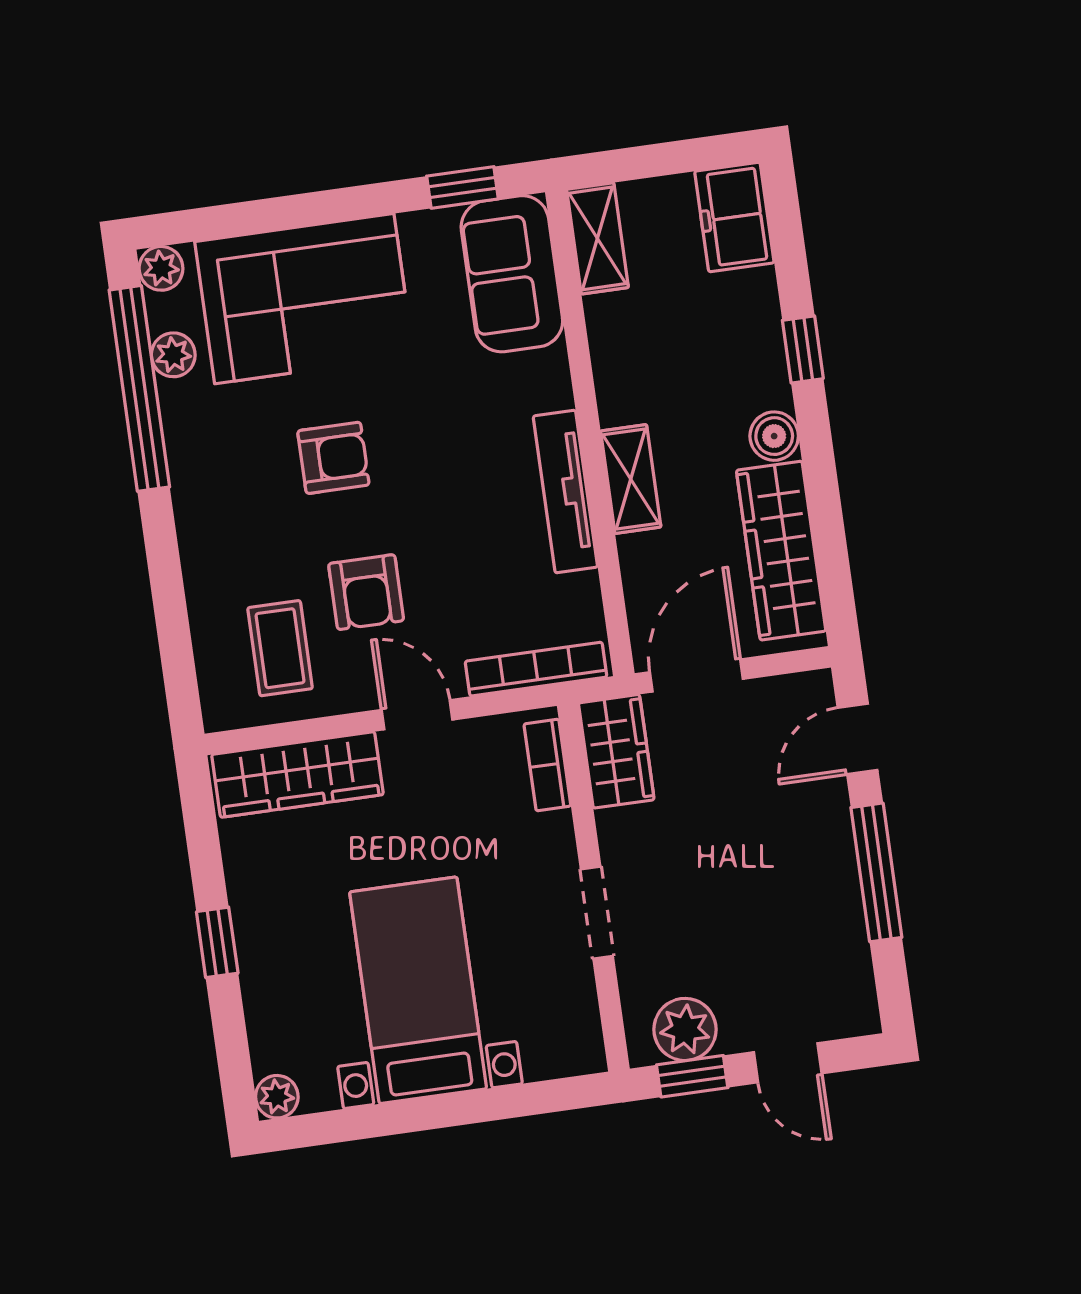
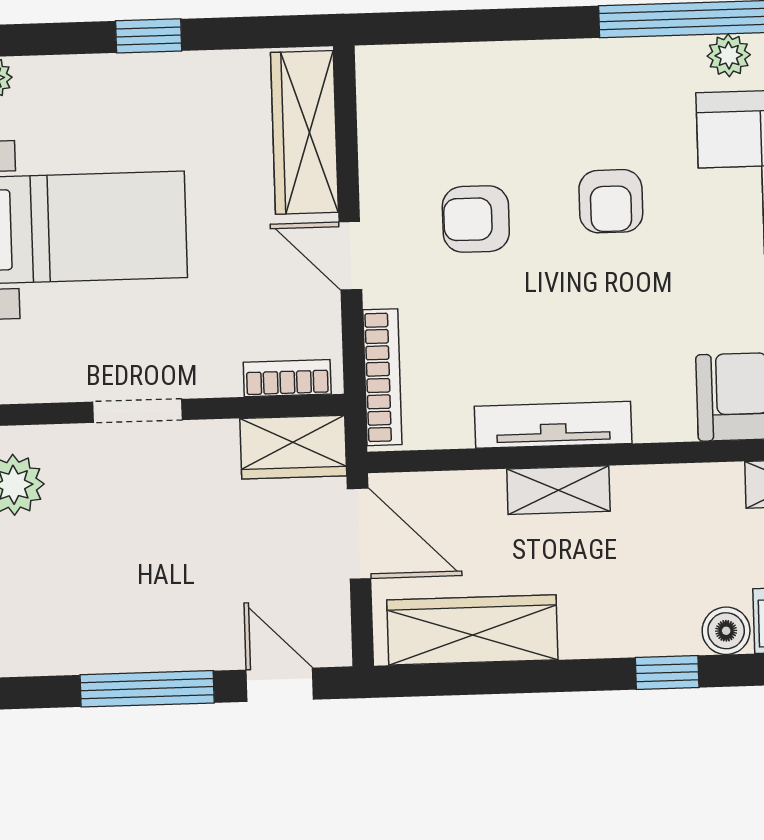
boiler: (774, 436) -> (726, 631), moved
coffee table: (280, 648) -> (430, 129), removed
door: (417, 715) -> (350, 256), swing flipped

